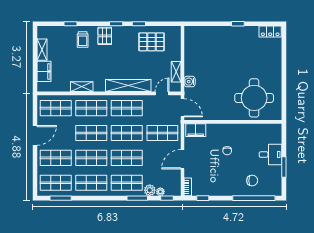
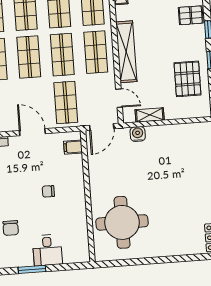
filing cabinet: (196, 130) -> (73, 147), width x0.50

